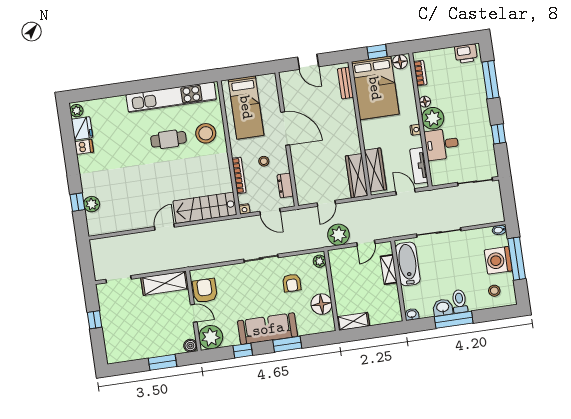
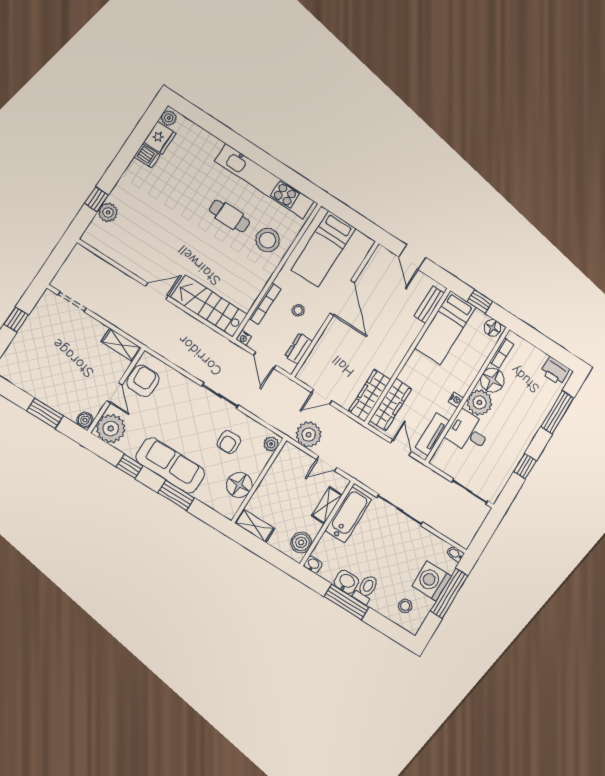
bed: (375, 88) -> (445, 328), width x0.67
floor lamp: (425, 102) -> (492, 380), width x1.89, depth x1.89
shelving: (165, 283) -> (121, 345), width x0.67, depth x0.75
boiler: (392, 307) -> (301, 542), added

